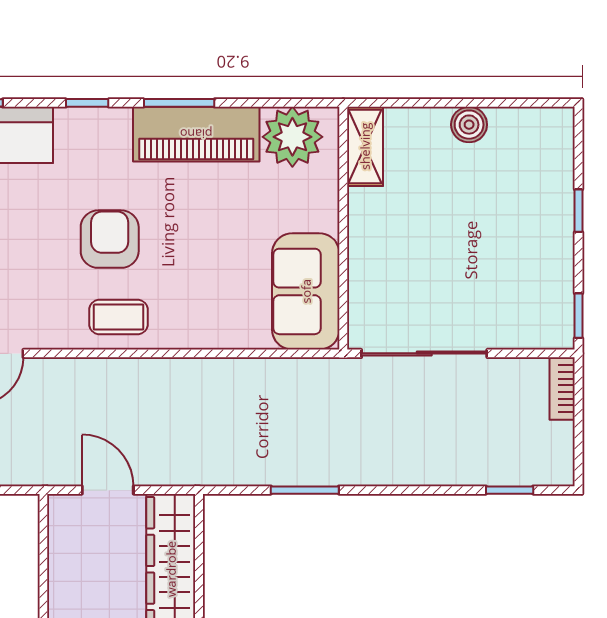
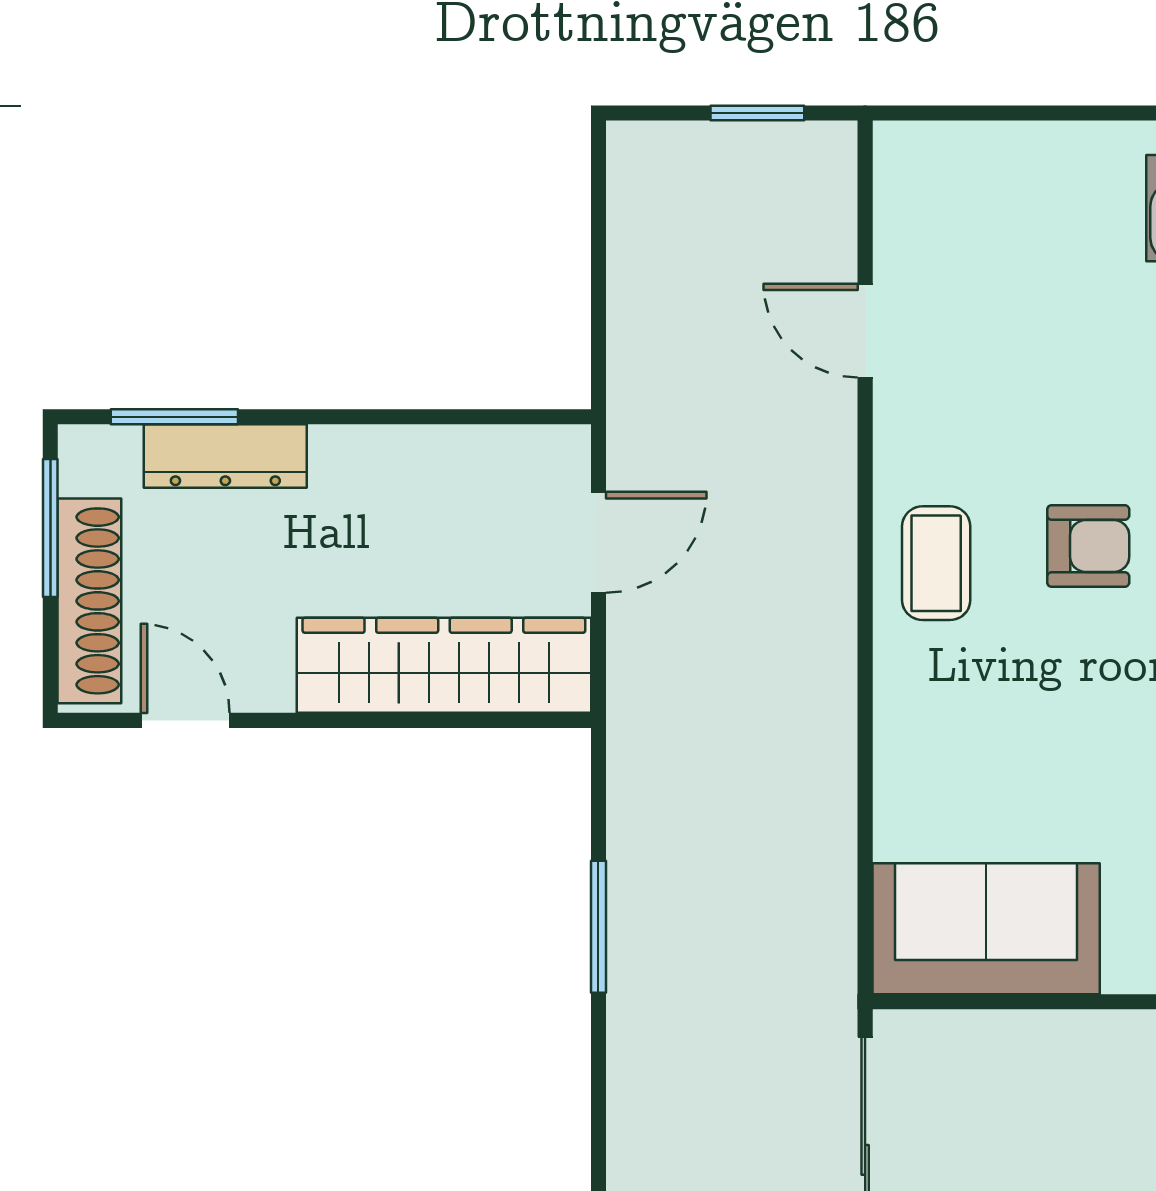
armchair: (110, 239) -> (1088, 546), width x0.72, depth x0.72

